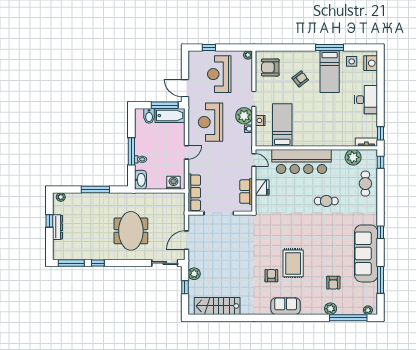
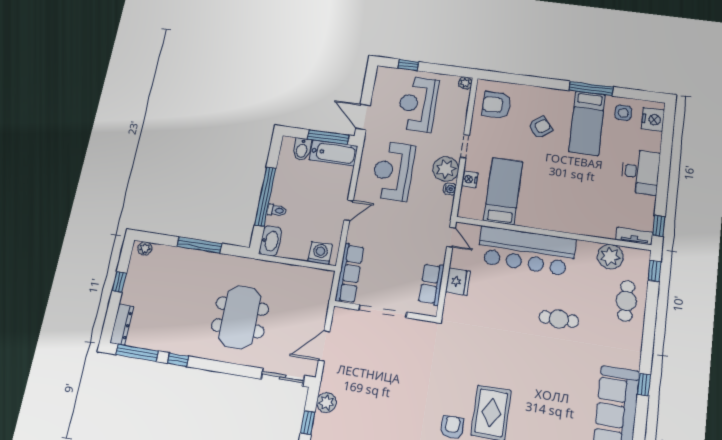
window: (131, 151) -> (265, 197), width x1.46
dresser: (57, 227) -> (122, 325), moved

